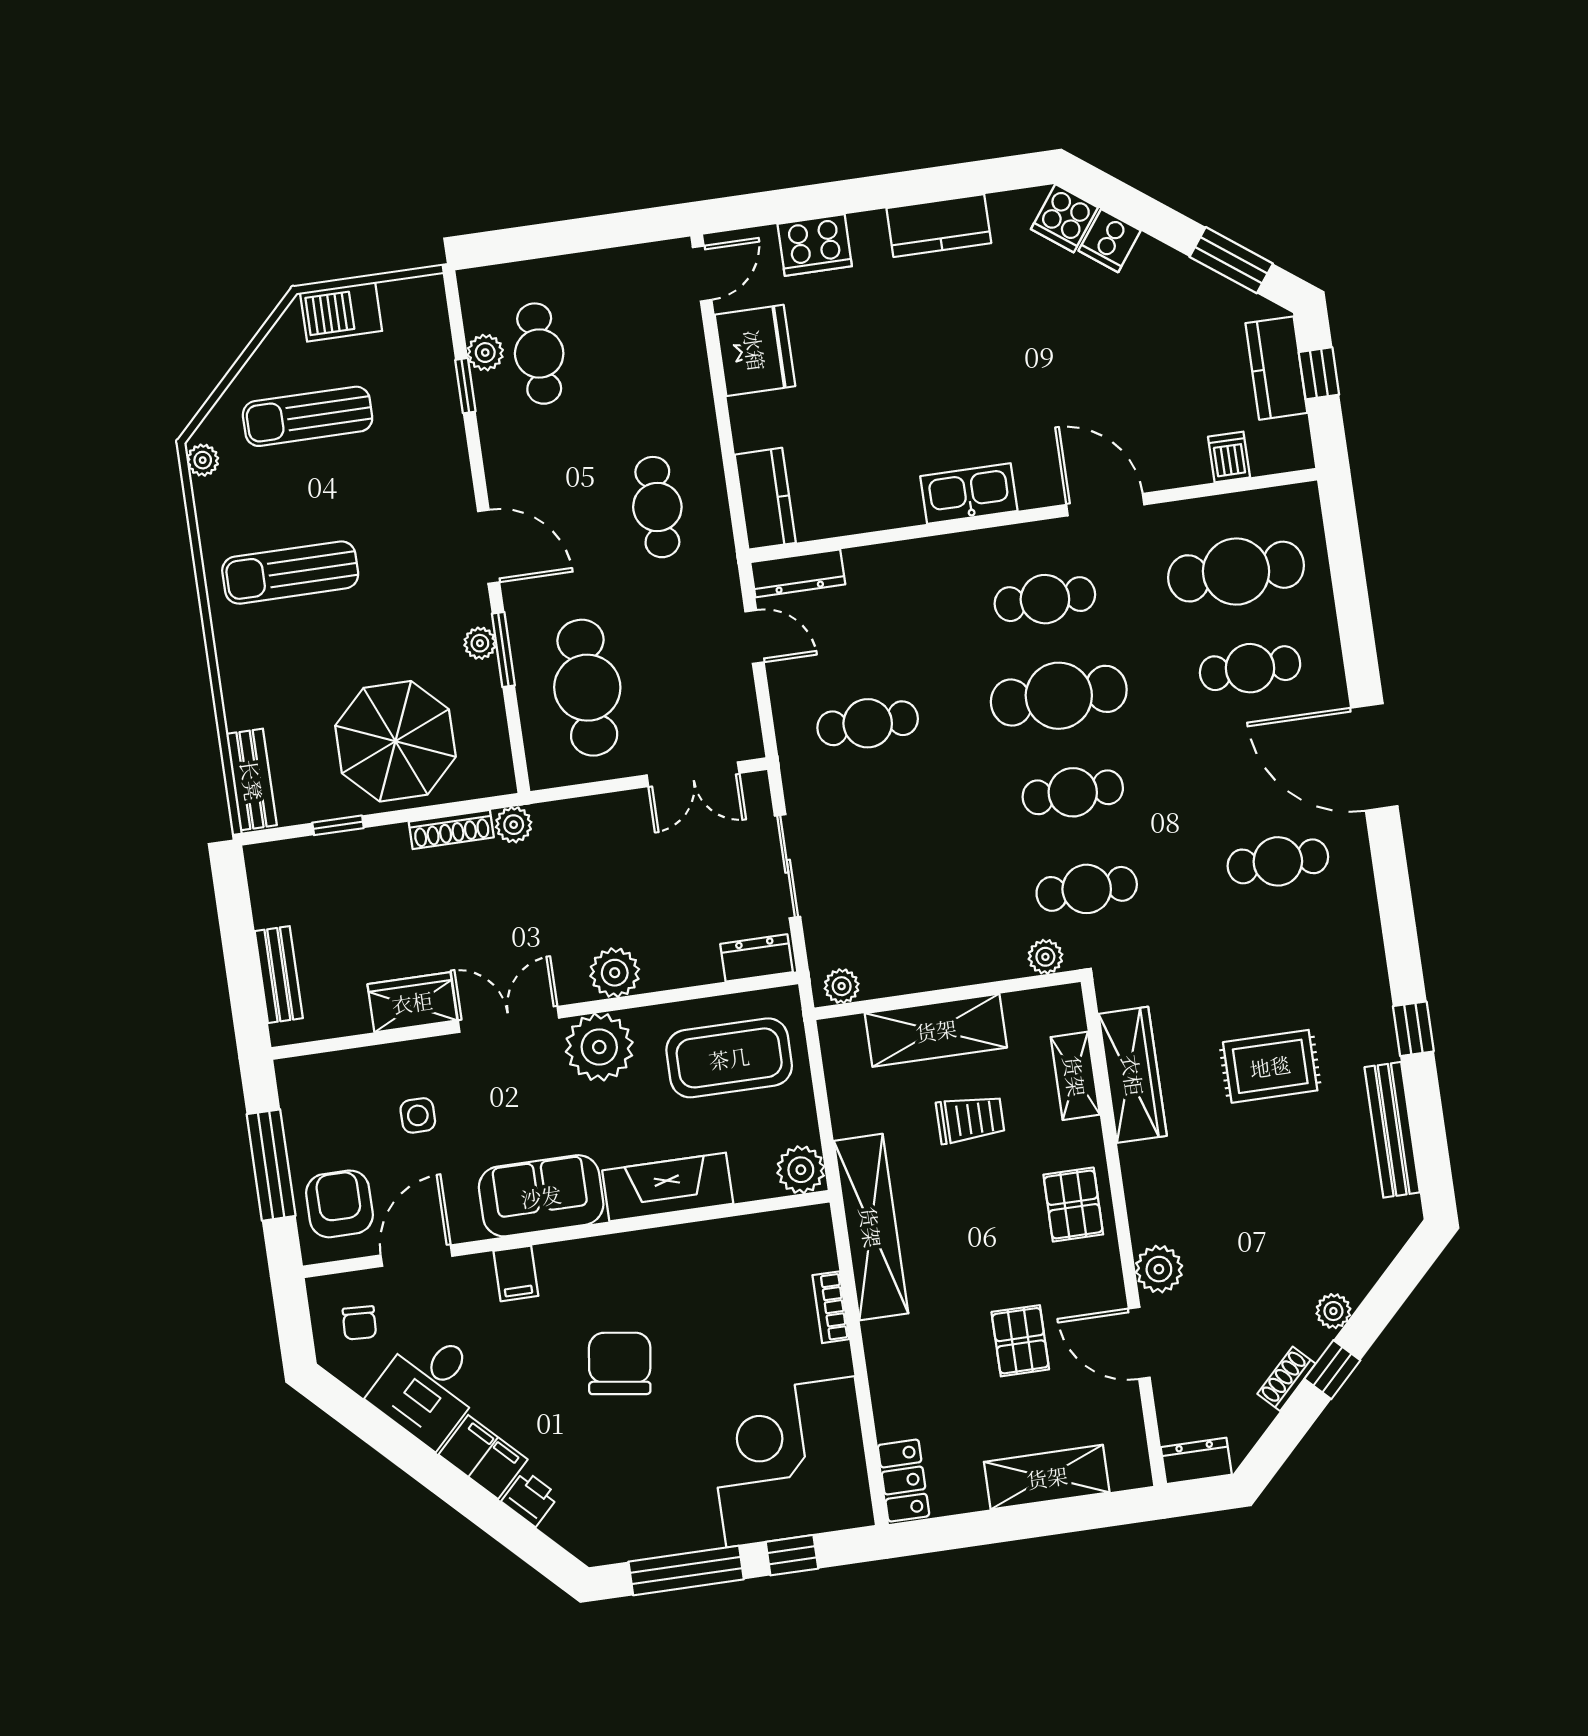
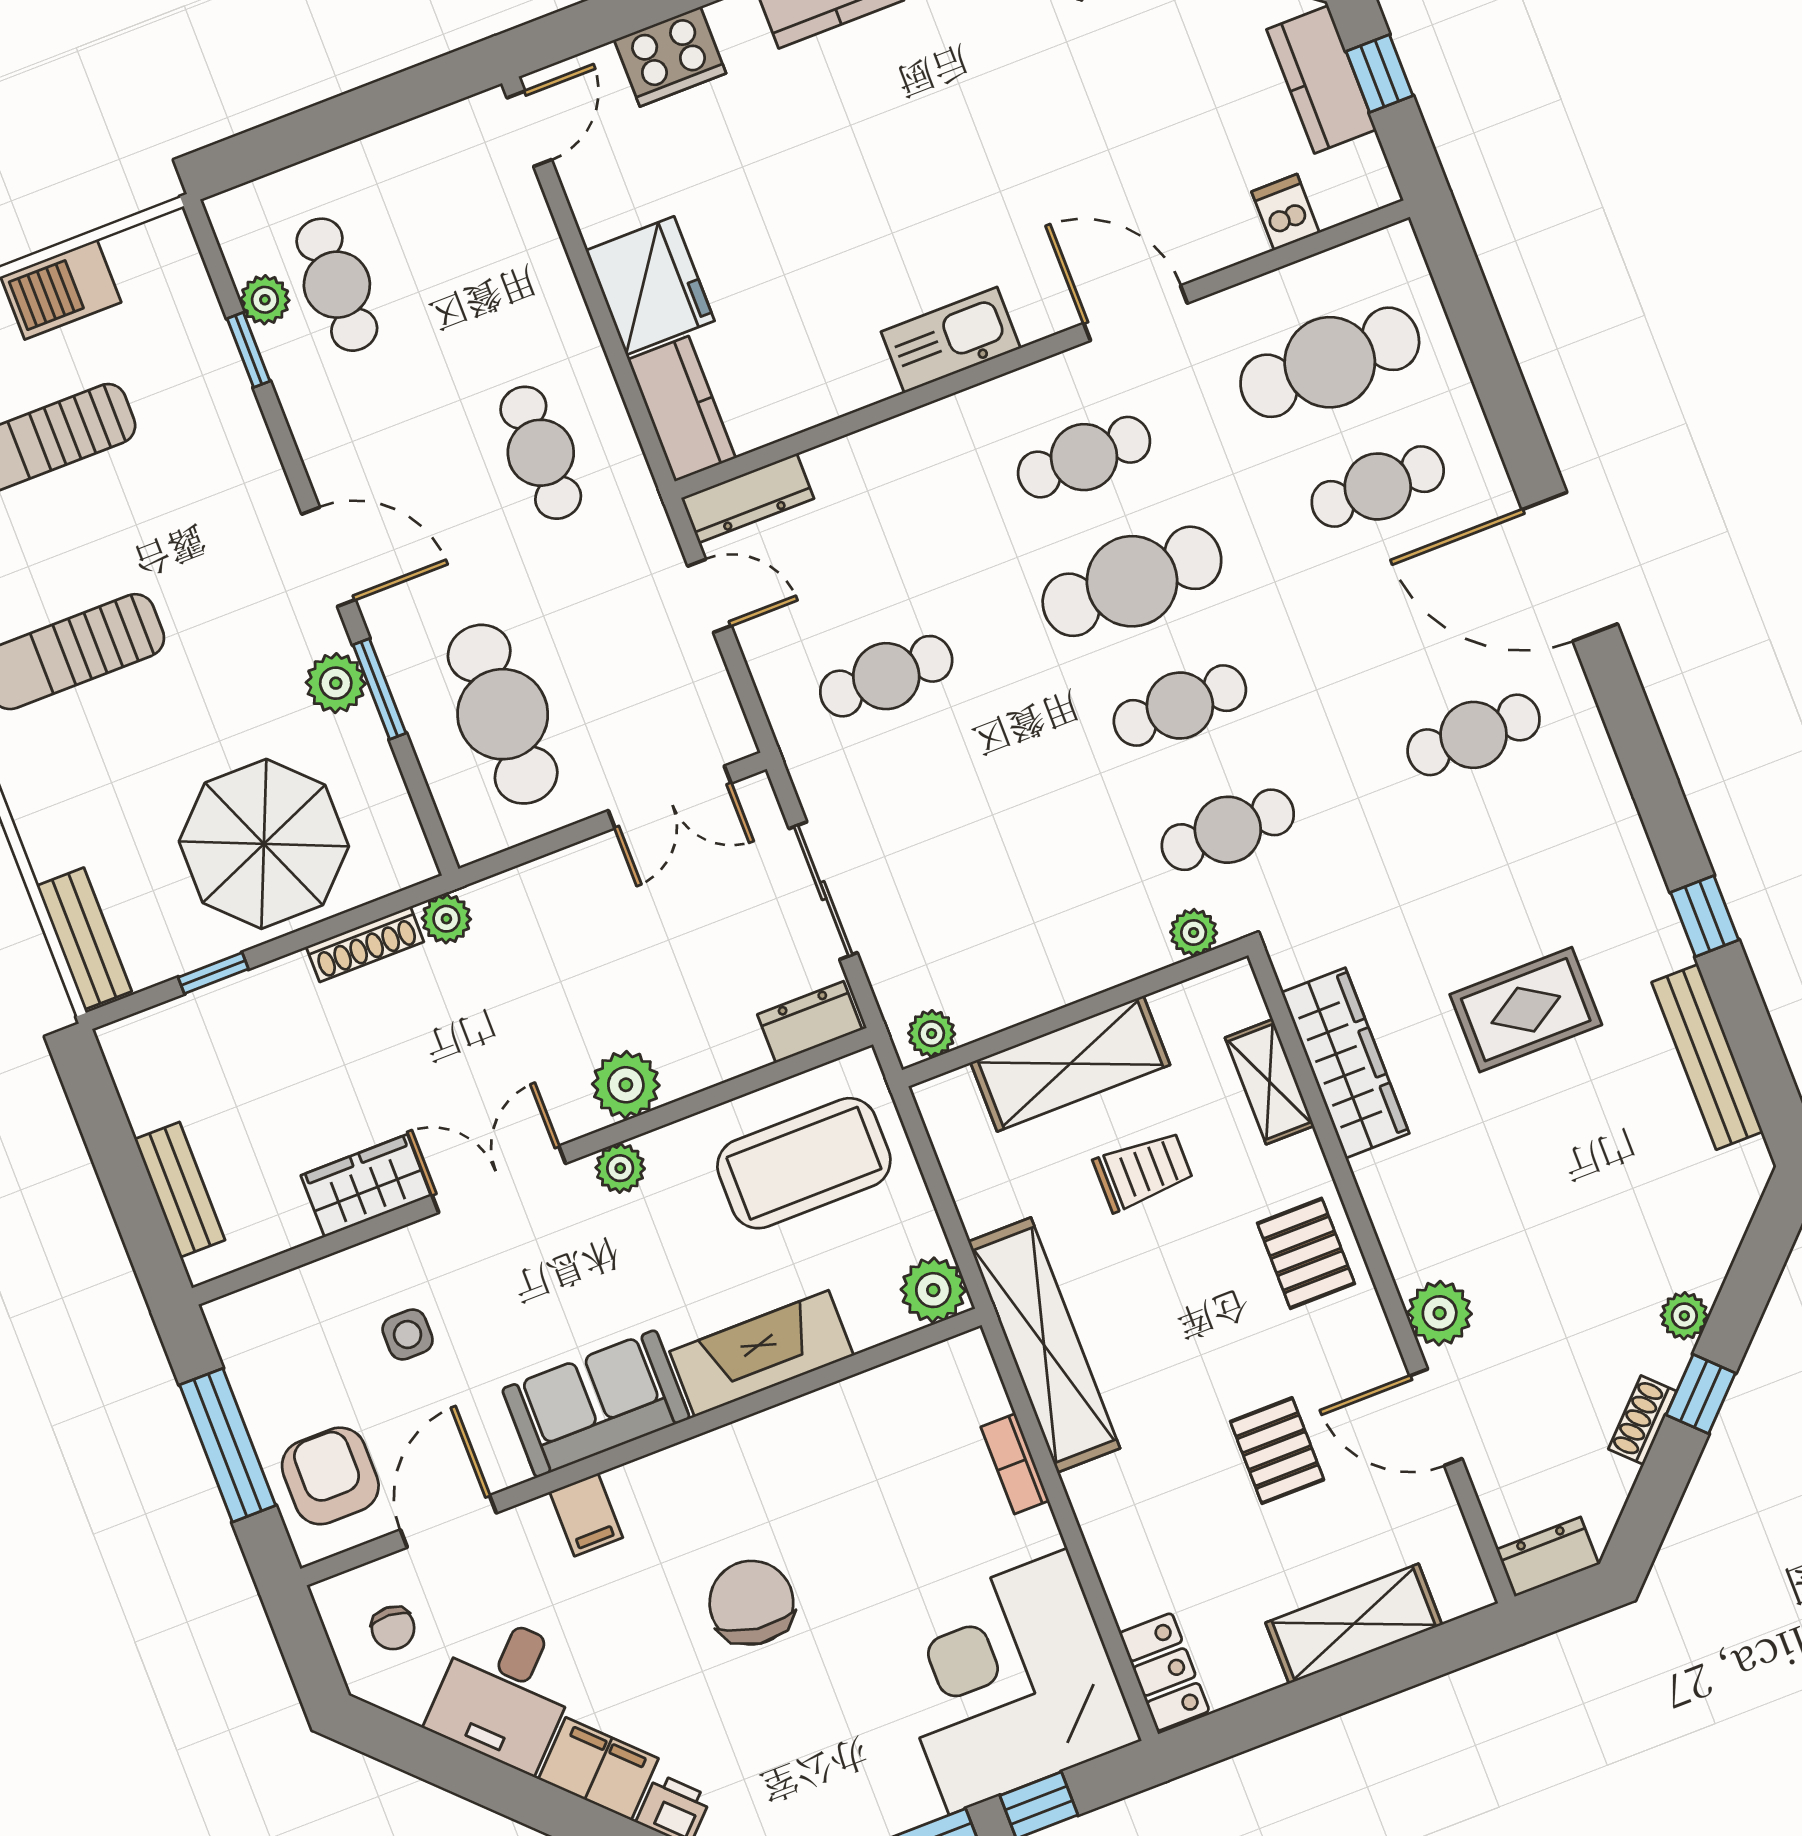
fridge: (755, 350) -> (650, 286), moved
plant: (480, 643) -> (336, 683), width x1.38, depth x1.38
plant: (599, 1047) -> (620, 1168), width x0.53, depth x0.53

